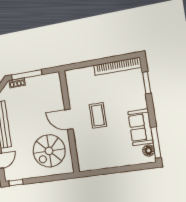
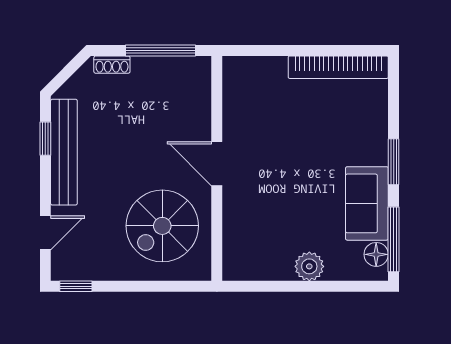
window: (27, 75) -> (161, 51), moved
window: (147, 83) -> (394, 162), moved
coffee table: (98, 115) -> (281, 165), removed
plant: (118, 160) -> (309, 266), added

